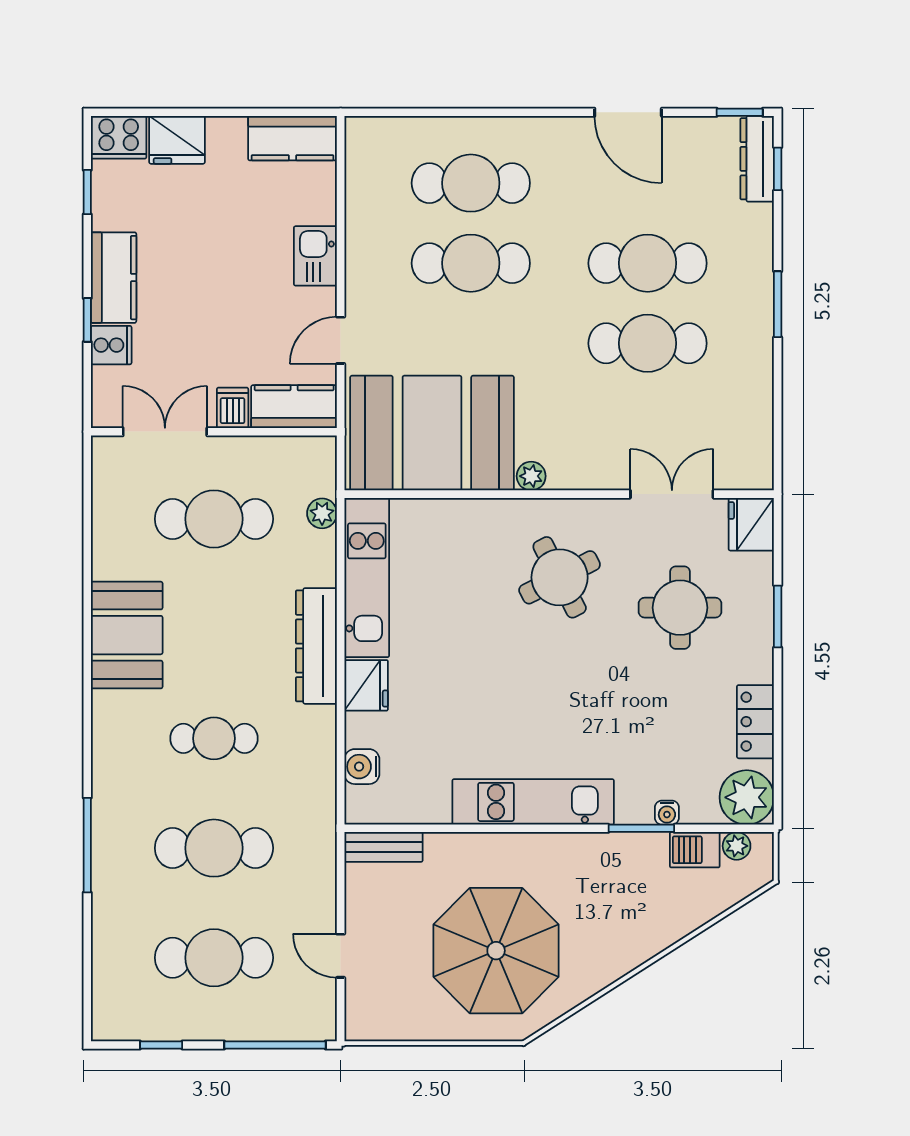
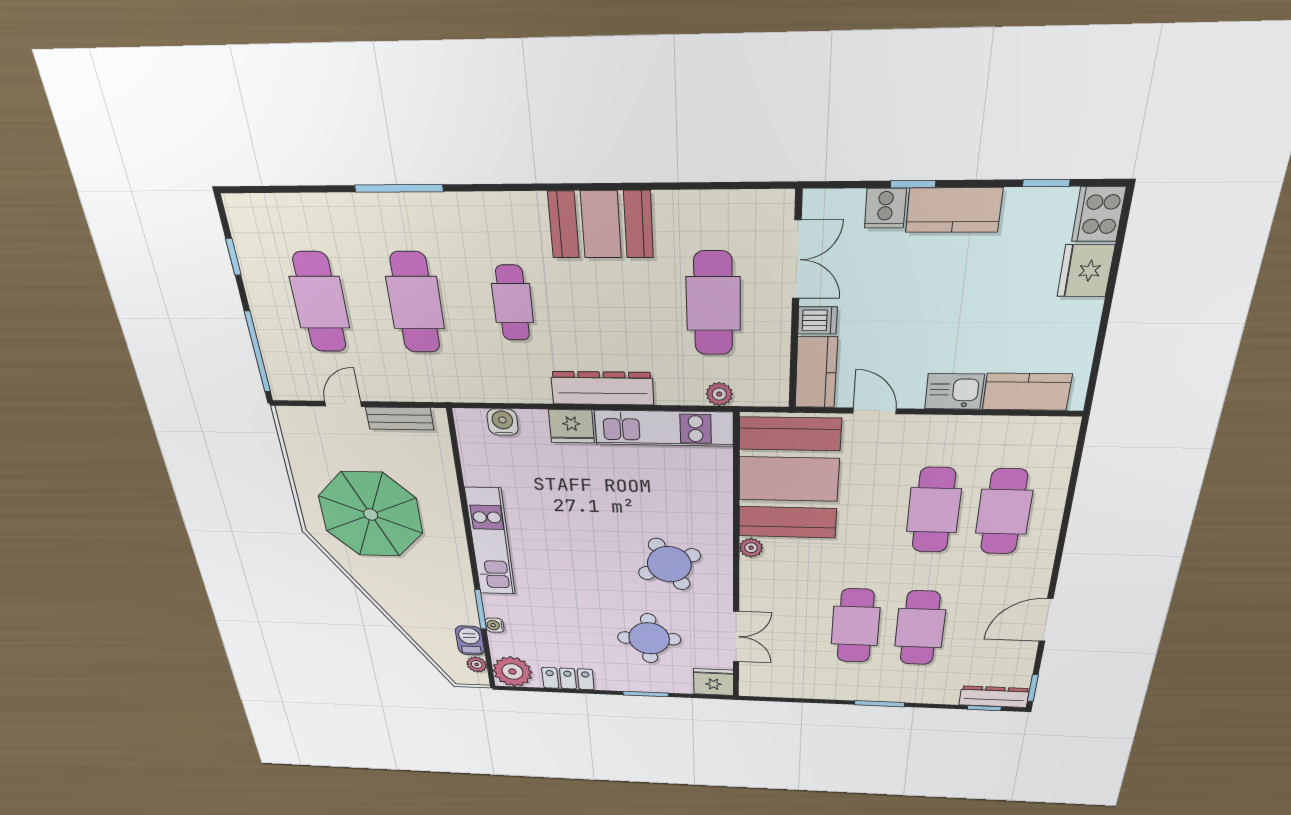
kitchen counter: (293, 138) -> (1027, 392), moved, turned 90
bench: (384, 847) -> (400, 419), moved, turned 90

